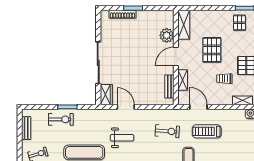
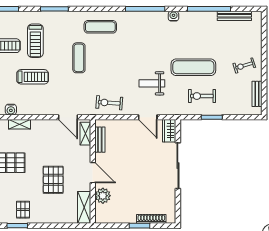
door: (176, 56) -> (93, 173), hinge flipped
trolley: (224, 79) -> (39, 148), removed
shelving: (183, 80) -> (85, 134), moved
exercise bike: (61, 119) -> (202, 96), moved
exercise bike: (167, 131) -> (109, 103), moved
treadmill: (207, 131) -> (33, 77), moved

